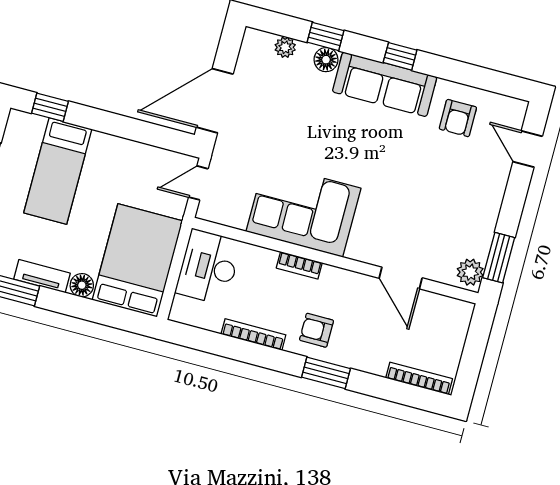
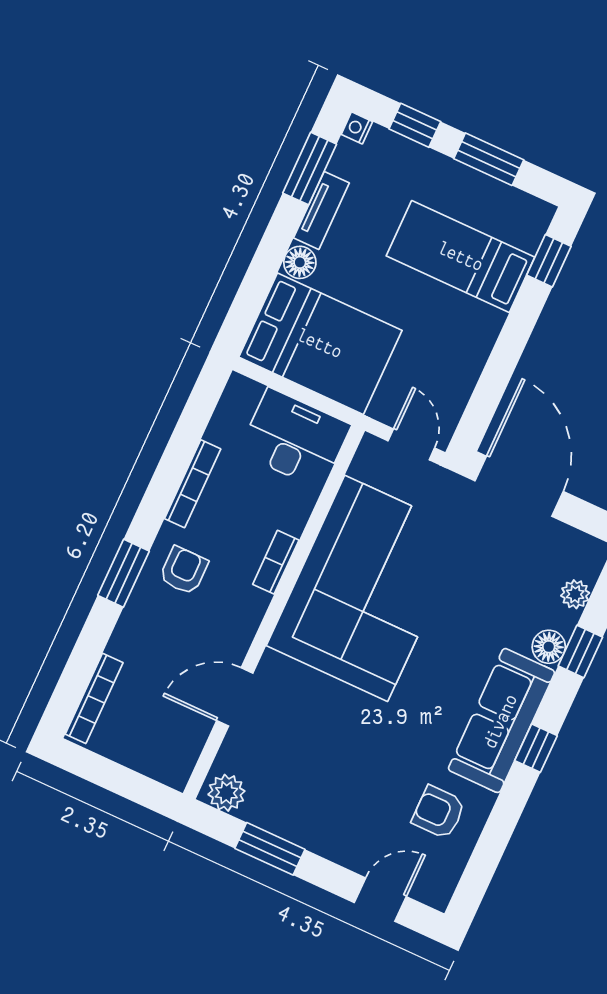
corner sofa: (303, 210) -> (366, 588), width x1.36, depth x1.36
window: (499, 258) -> (270, 849), moved

